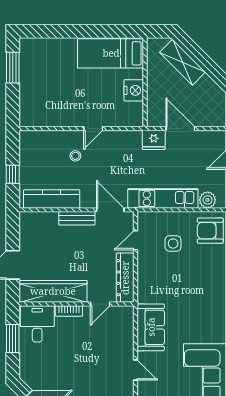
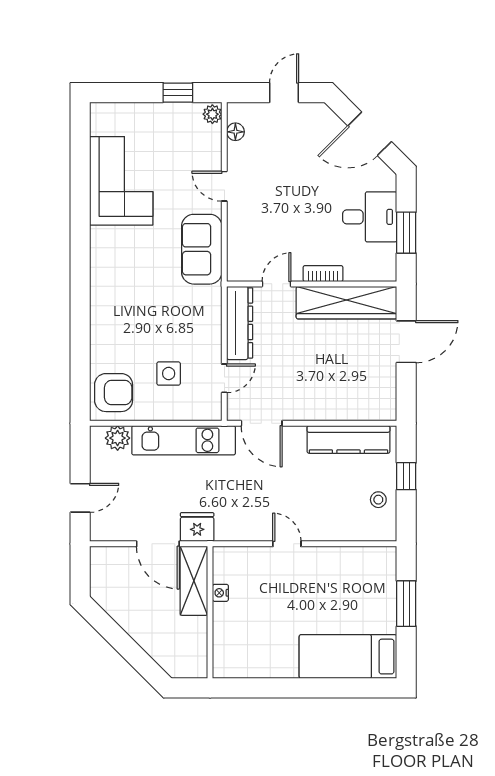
bed: (111, 53) -> (348, 657), moved, turned 180
shelving: (182, 62) -> (194, 581), moved, turned 45
window: (13, 68) -> (406, 604), moved
nightstand: (134, 90) -> (220, 593), width x0.53, depth x0.56
door: (93, 129) -> (287, 544), hinge flipped
stool: (75, 156) -> (378, 500), moved
bench: (77, 218) -> (311, 411), removed
desk: (37, 324) -> (370, 217), moved, turned -90

